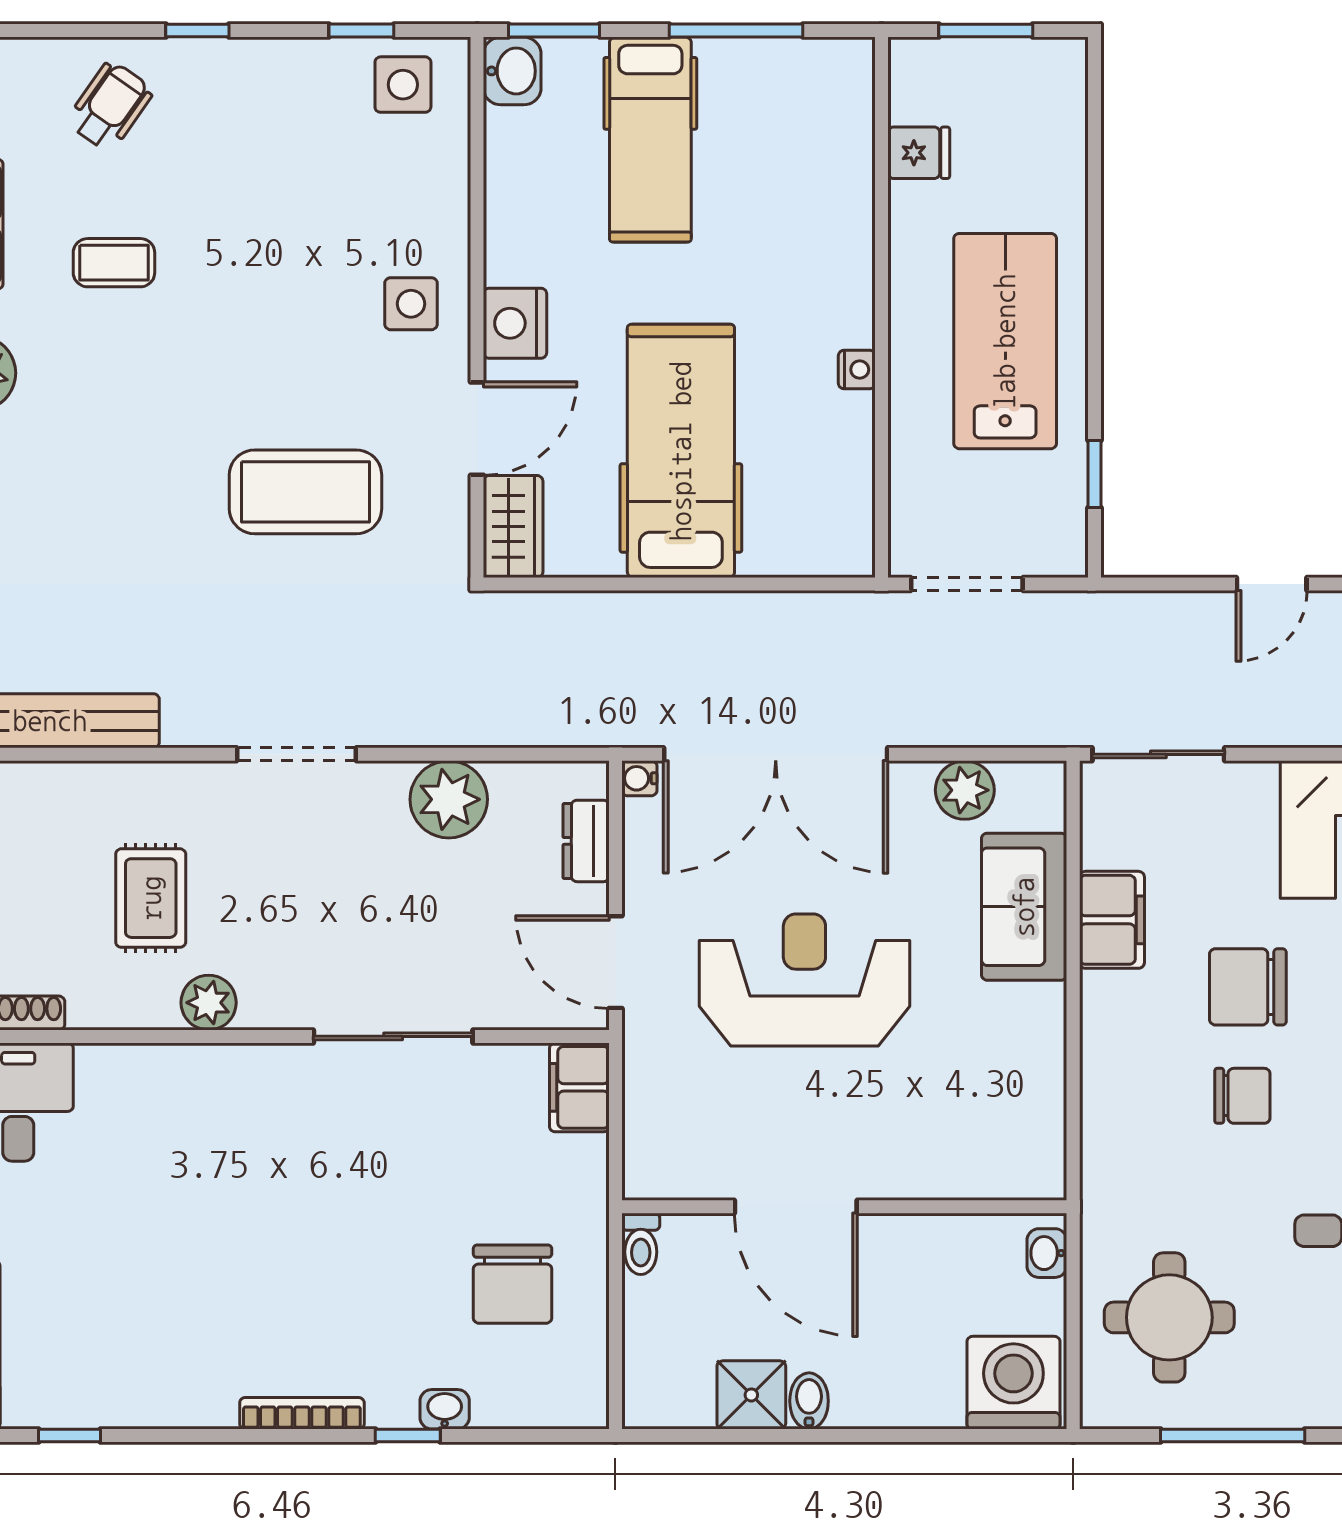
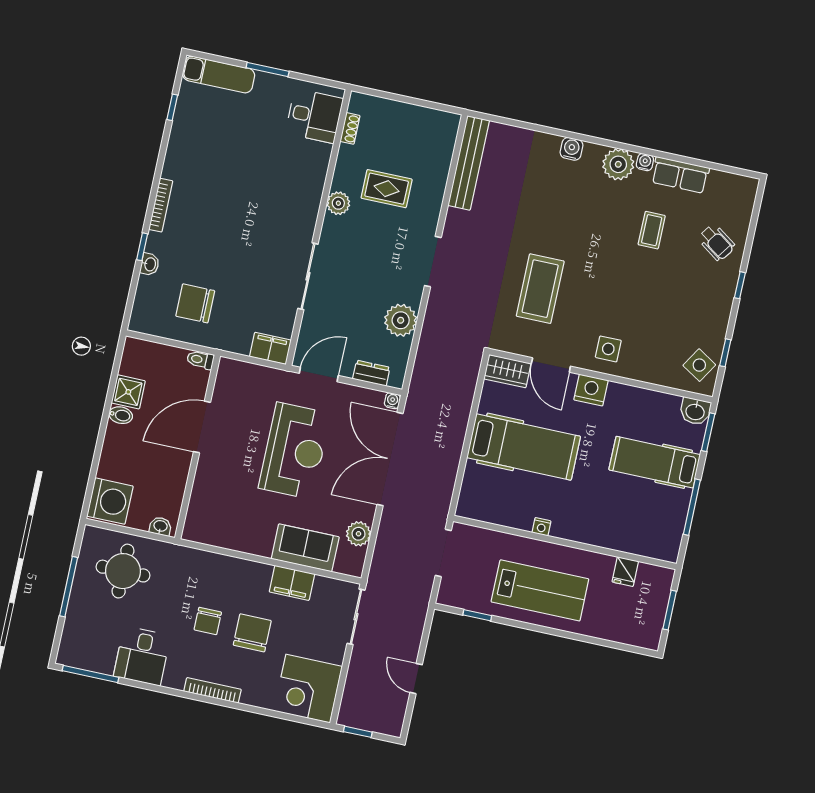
side table: (403, 85) -> (699, 365), turned 32

